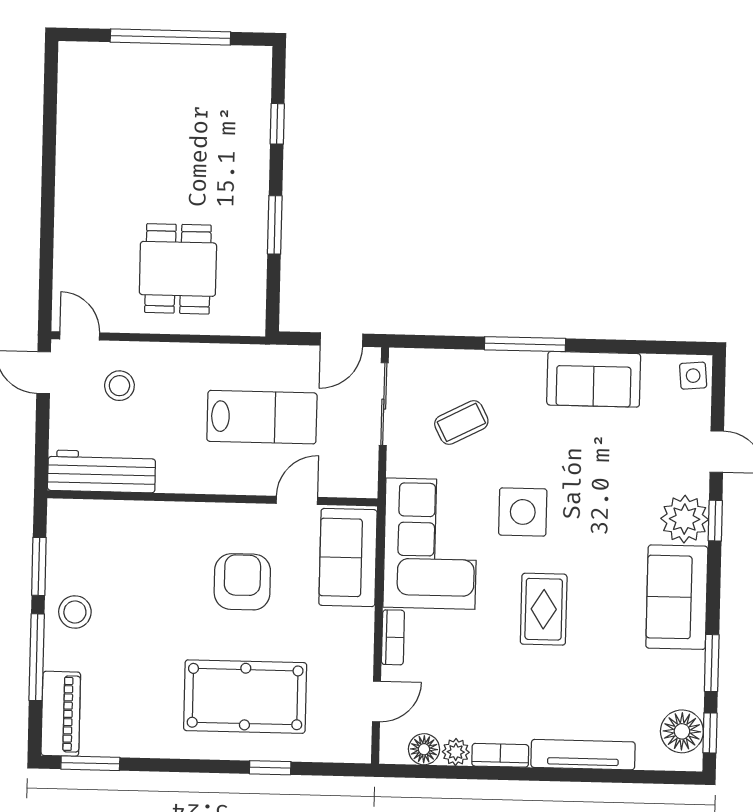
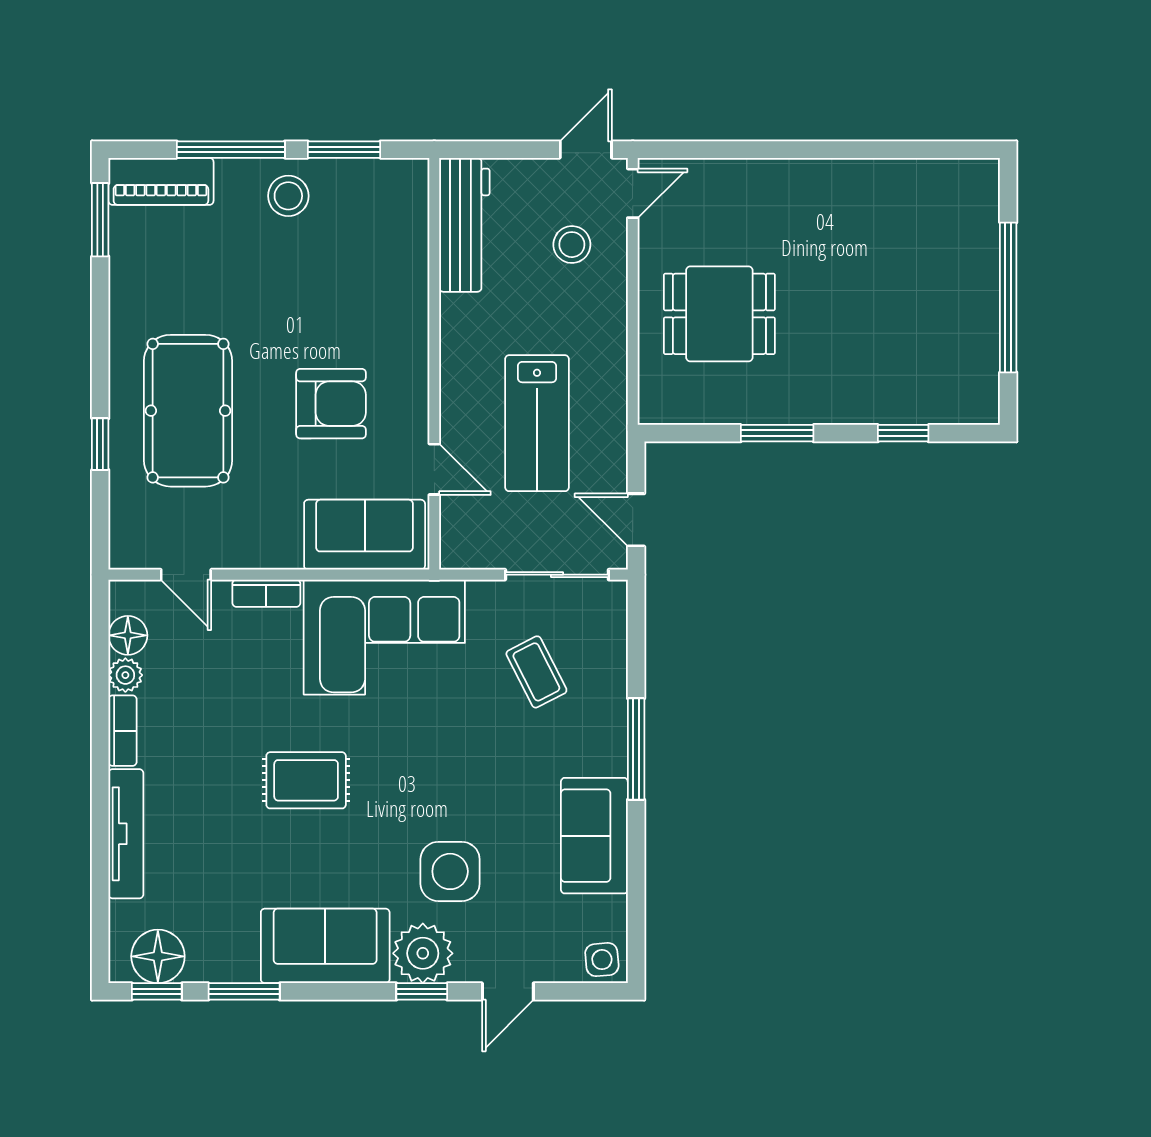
side table: (523, 512) -> (450, 871), moved

